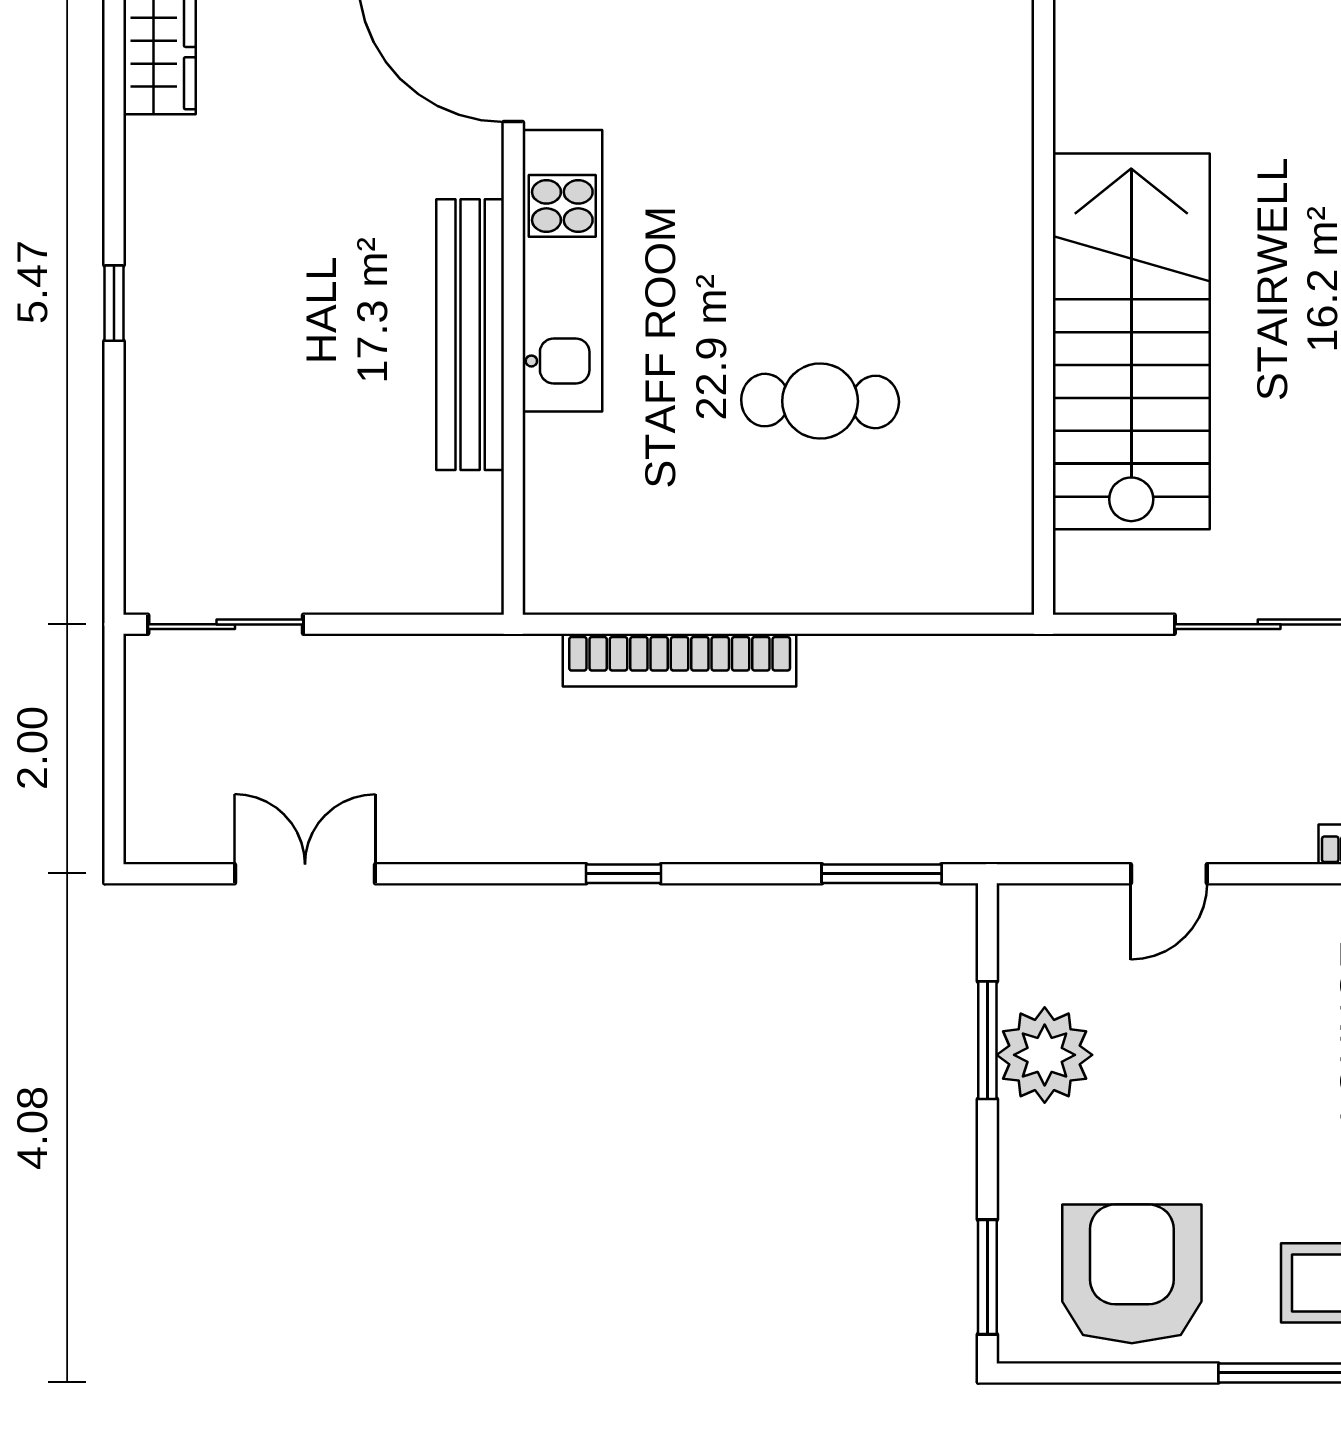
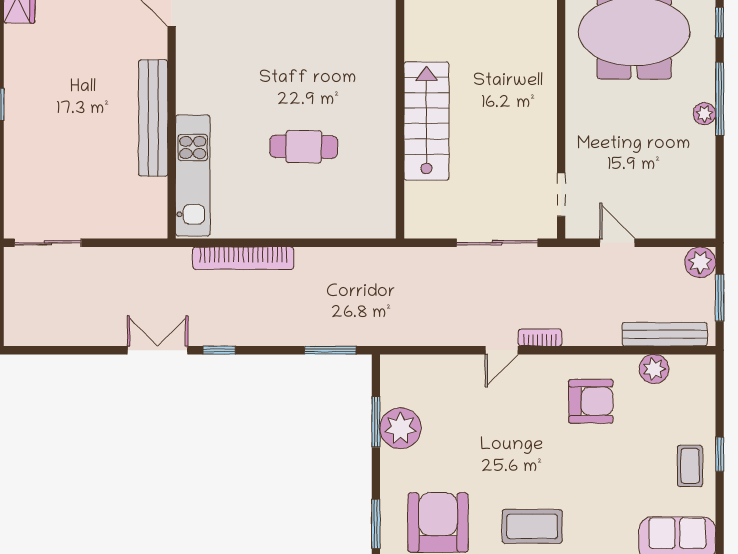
kitchen unit: (562, 271) -> (193, 175), moved
stairs: (1131, 341) -> (426, 121), width x0.73, depth x0.66
double door: (305, 874) -> (158, 350), moved
door: (1169, 874) -> (502, 350), moved

